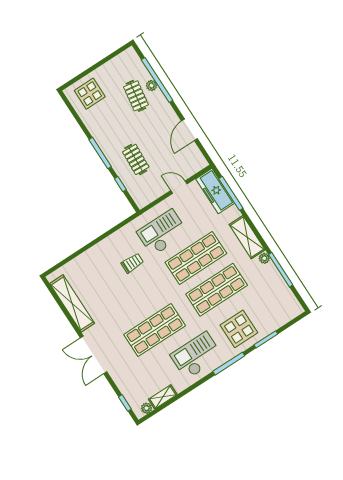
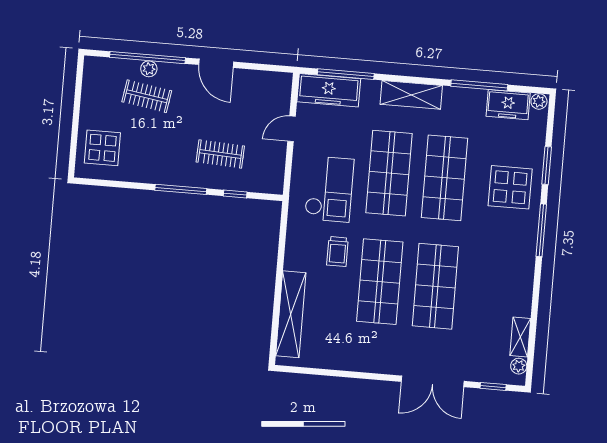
door: (189, 130) -> (216, 63), moved
checkout: (162, 233) -> (329, 189), turned 180
plant: (264, 258) -> (539, 101), moved
trolley: (132, 263) -> (337, 252), turned 180
freezer: (282, 293) -> (508, 105), added
shop shelf: (134, 298) -> (380, 282), added
shelving: (72, 303) -> (291, 314), moved, turned 90
double door: (94, 355) -> (433, 381), moved
checkout: (196, 356) -> (503, 261), removed

